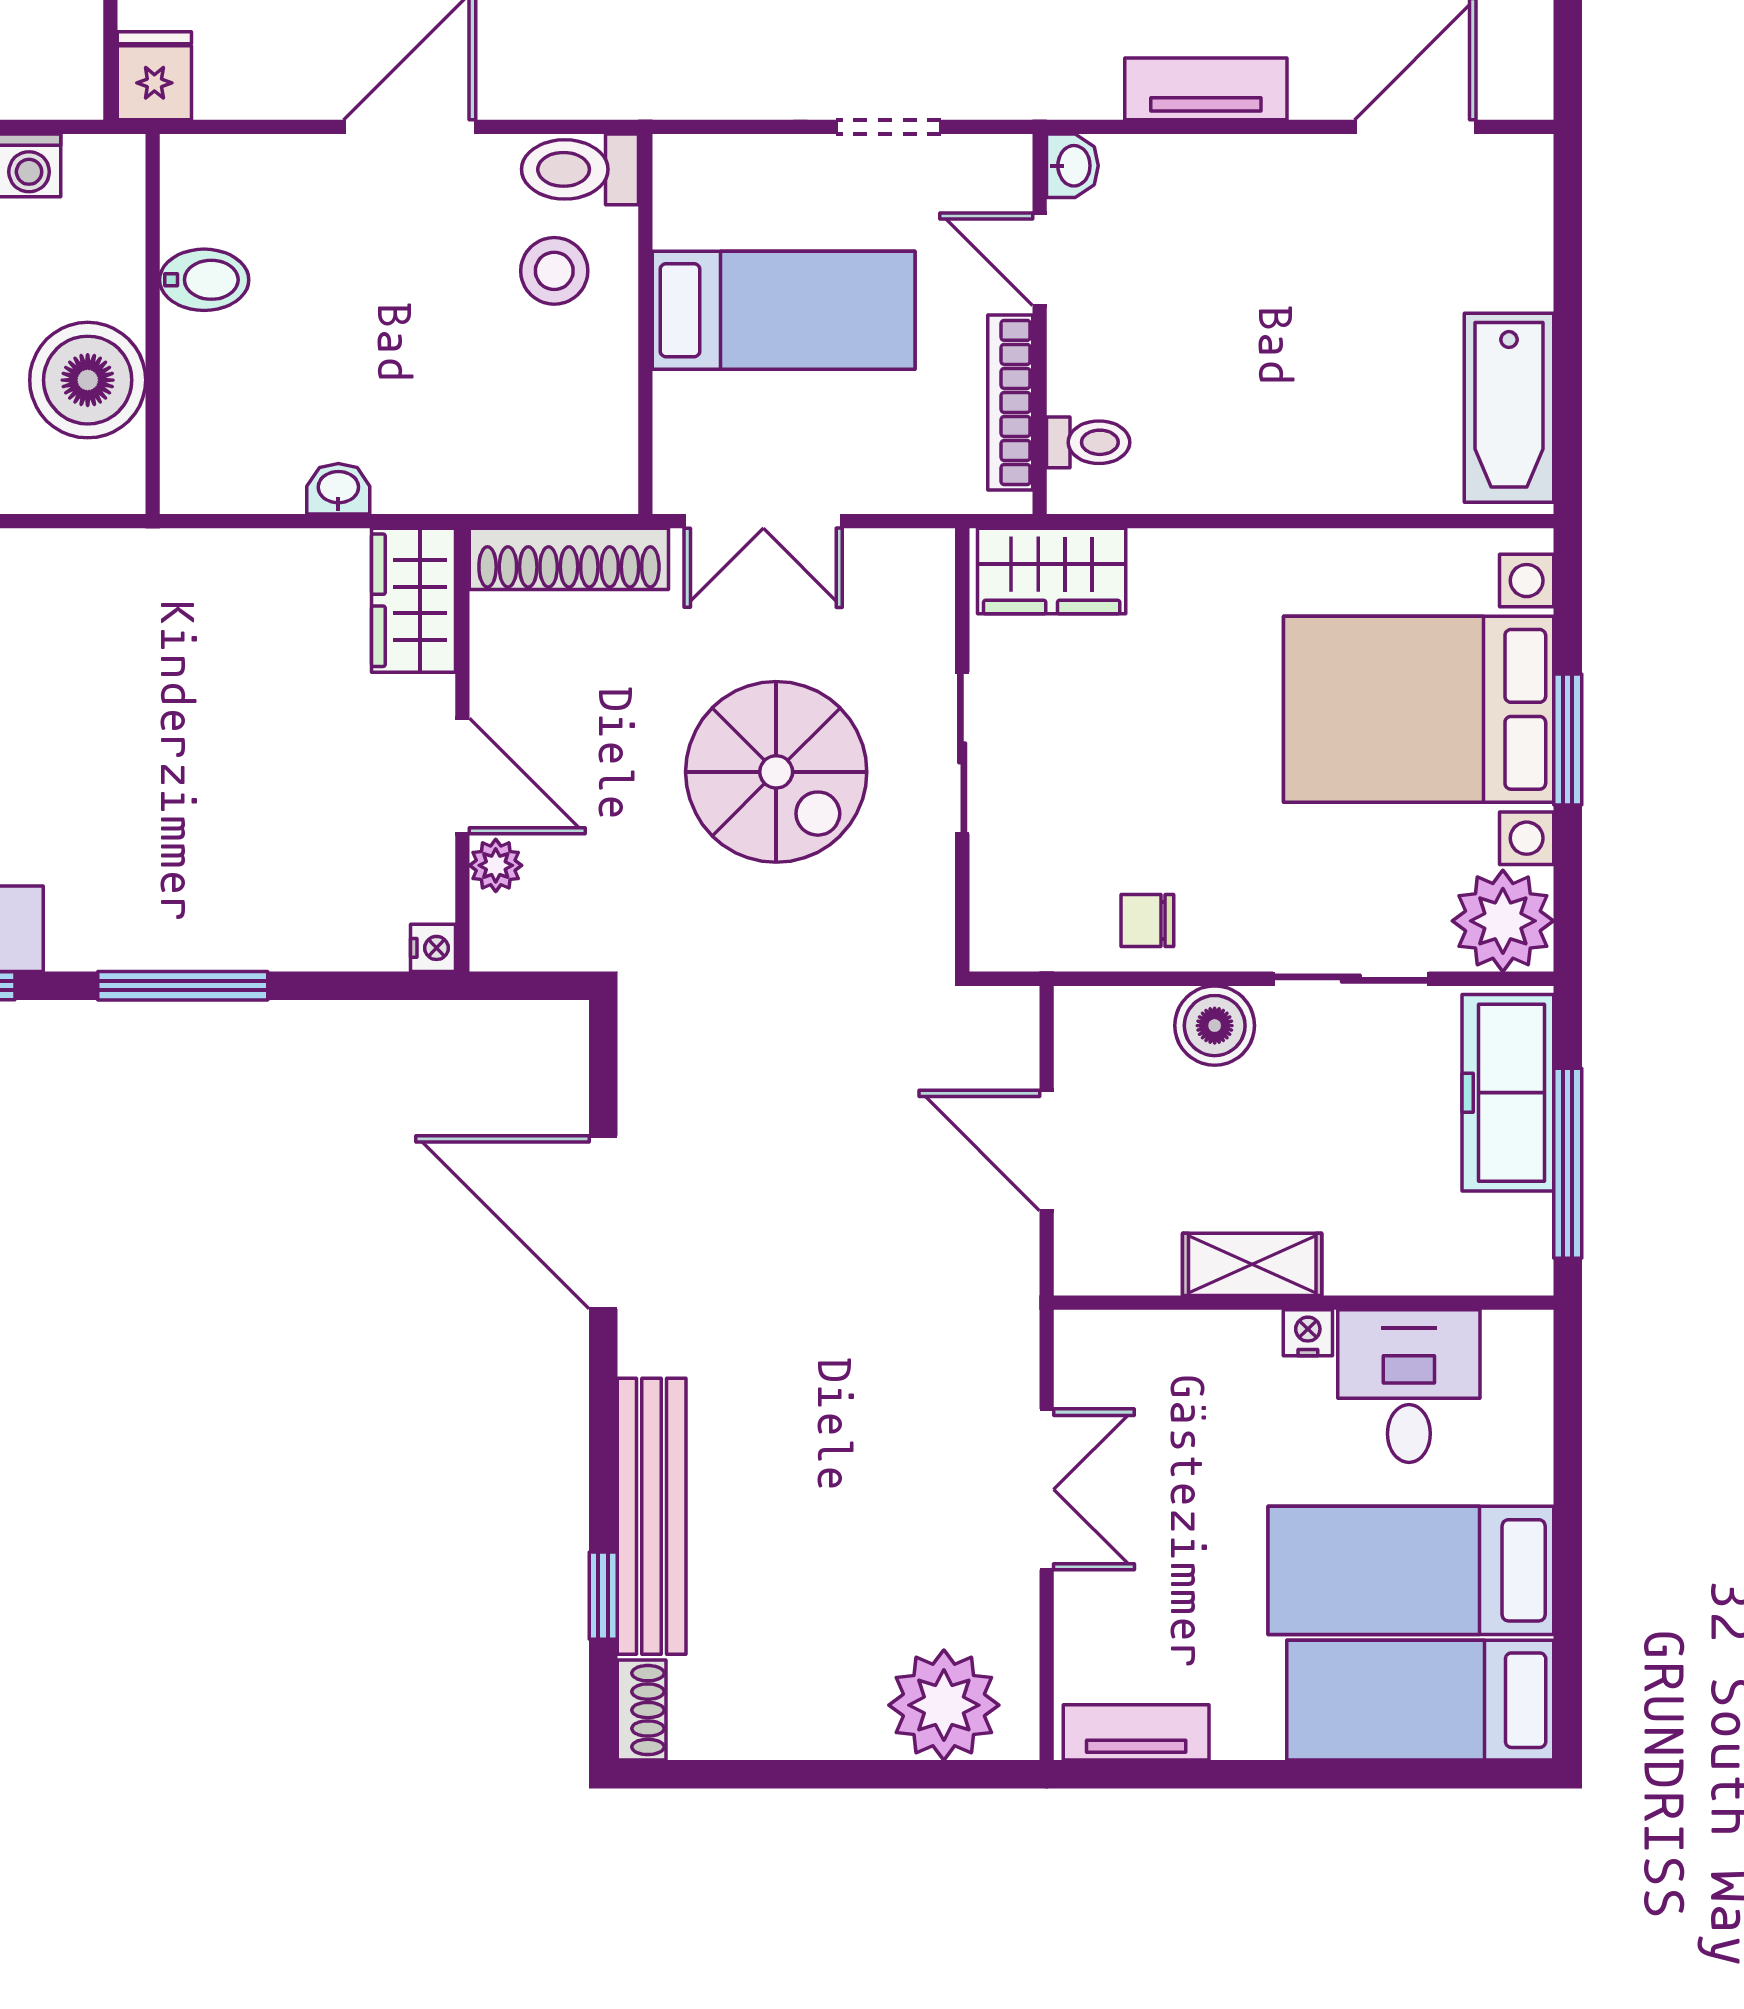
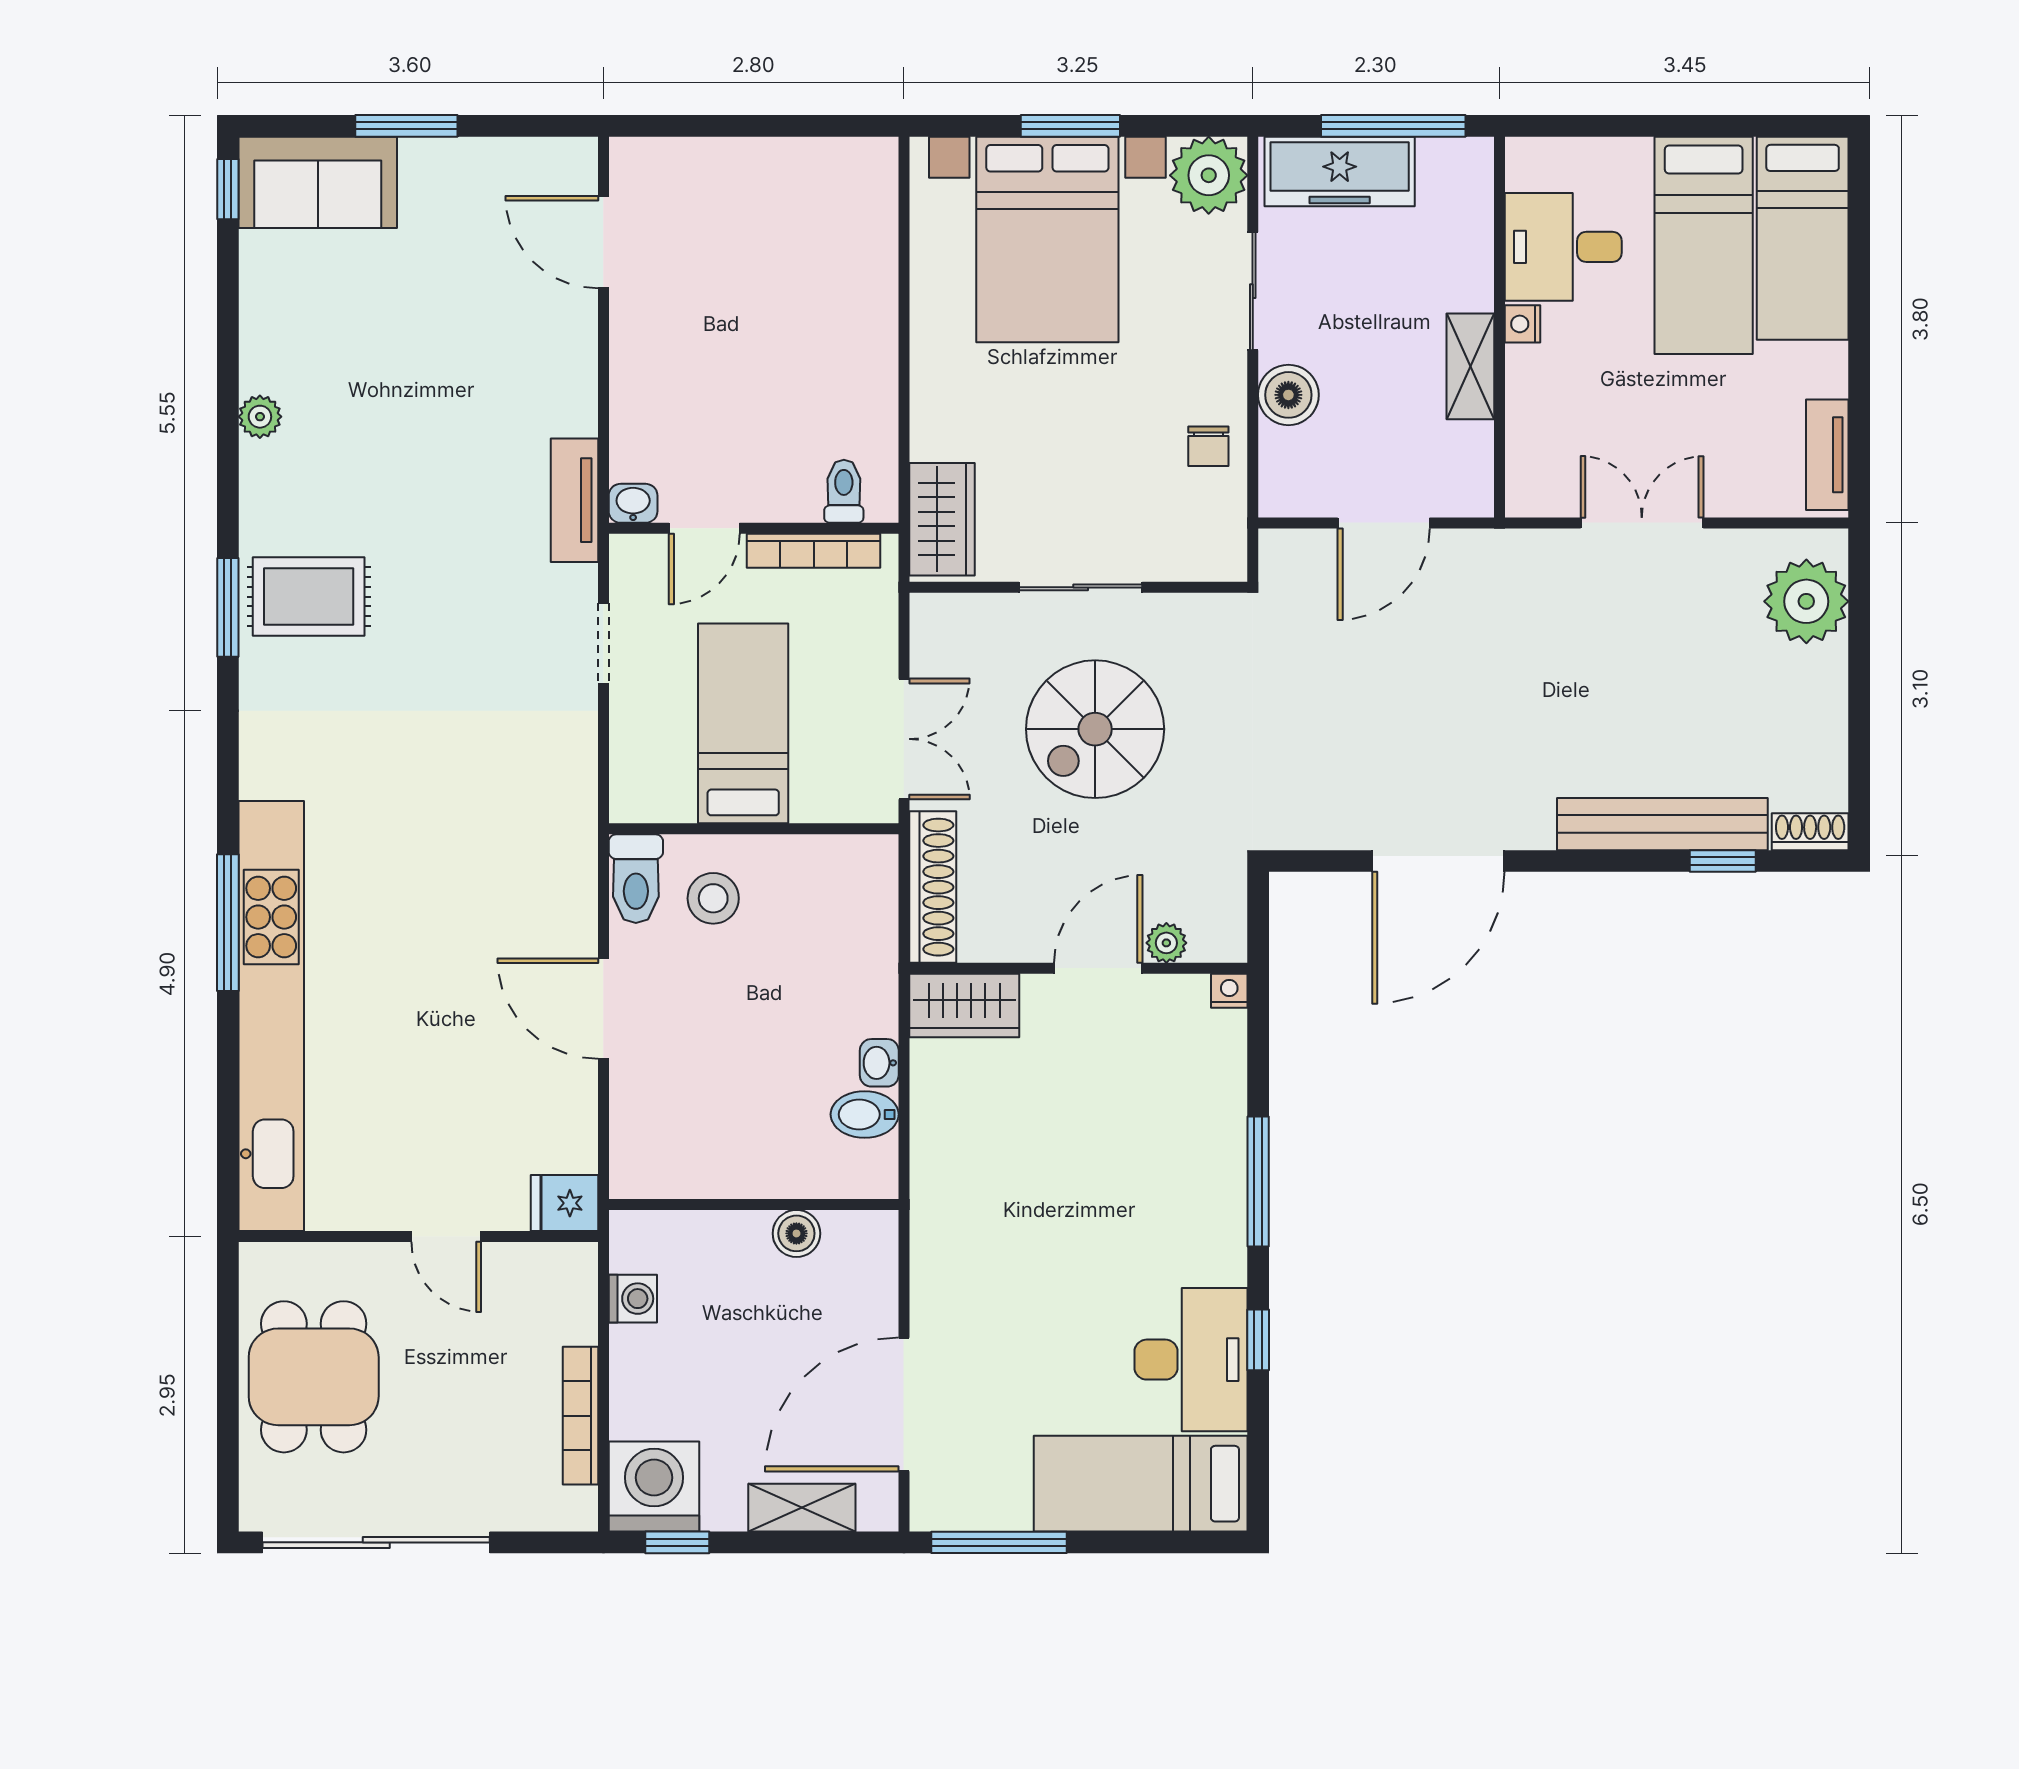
tv unit: (1206, 89) -> (574, 500), moved
bidet: (204, 280) -> (865, 1114), moved, turned -90
boiler: (88, 380) -> (796, 1233), width x0.54, depth x0.54
bathtub: (1509, 408) -> (817, 171), removed
spiral stairs: (776, 772) -> (1095, 729), turned 180

